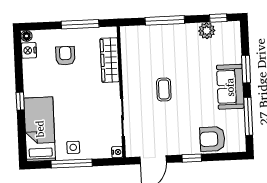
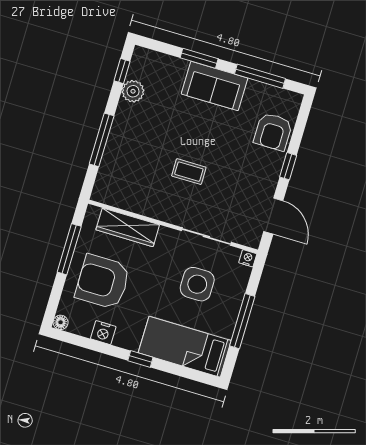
nightstand: (29, 50) -> (103, 333), moved
armchair: (65, 56) -> (103, 282), width x1.88, depth x1.88
side table: (73, 147) -> (197, 284), moved, width x1.87, depth x1.87

